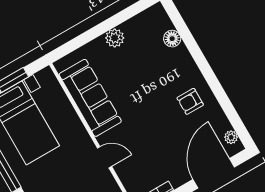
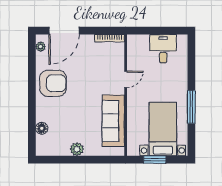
armchair: (190, 101) -> (53, 83), width x1.88, depth x1.88
door: (104, 157) -> (126, 79), swing flipped

